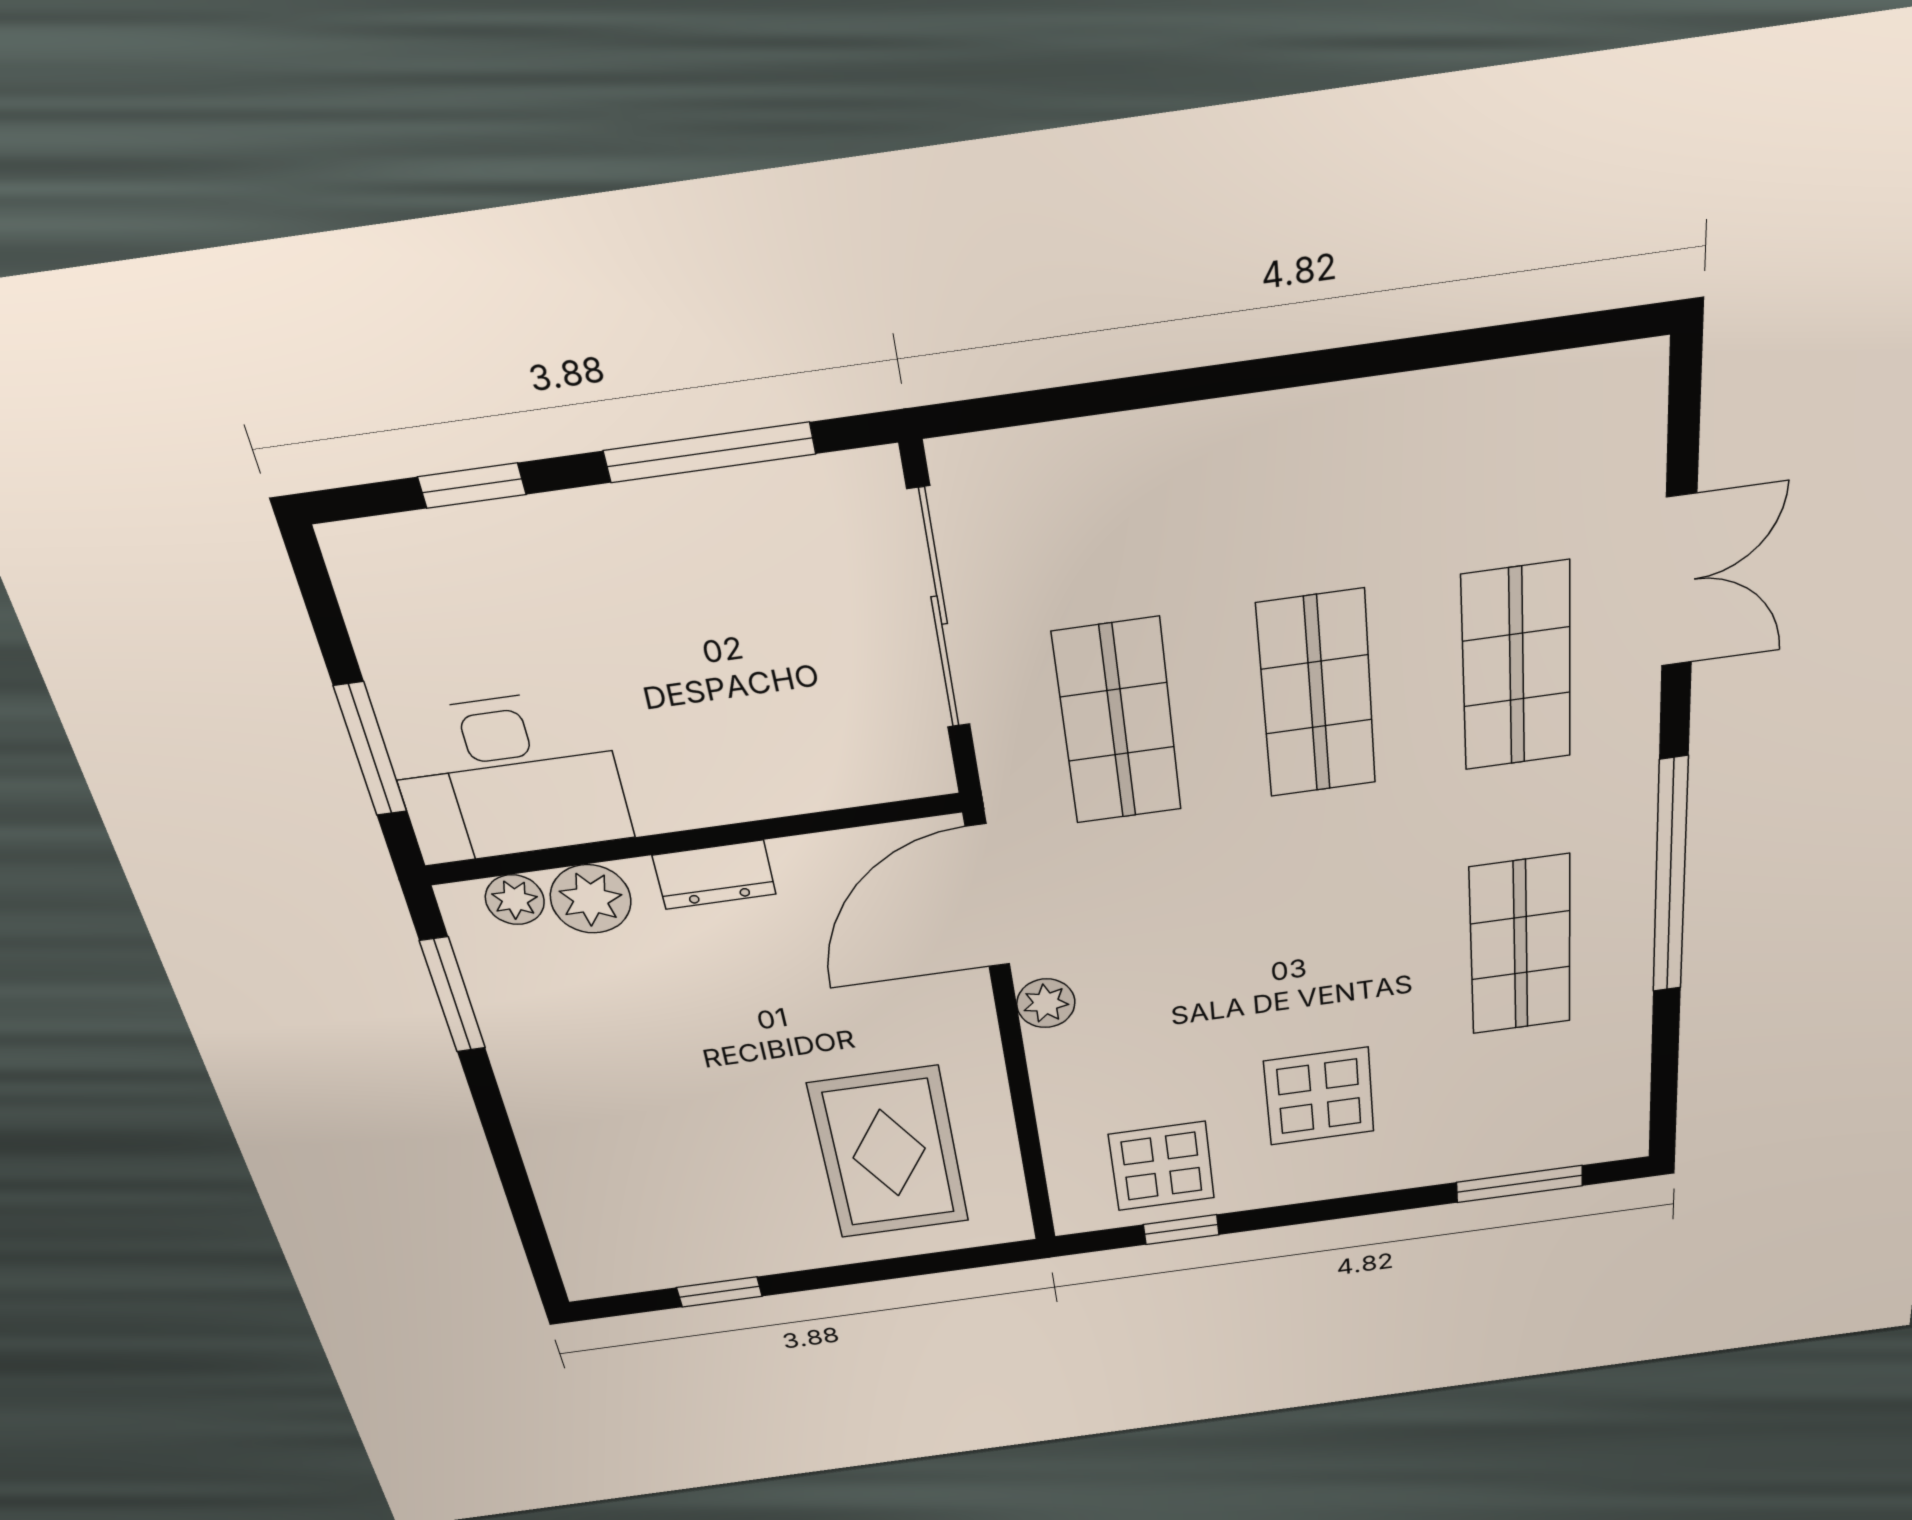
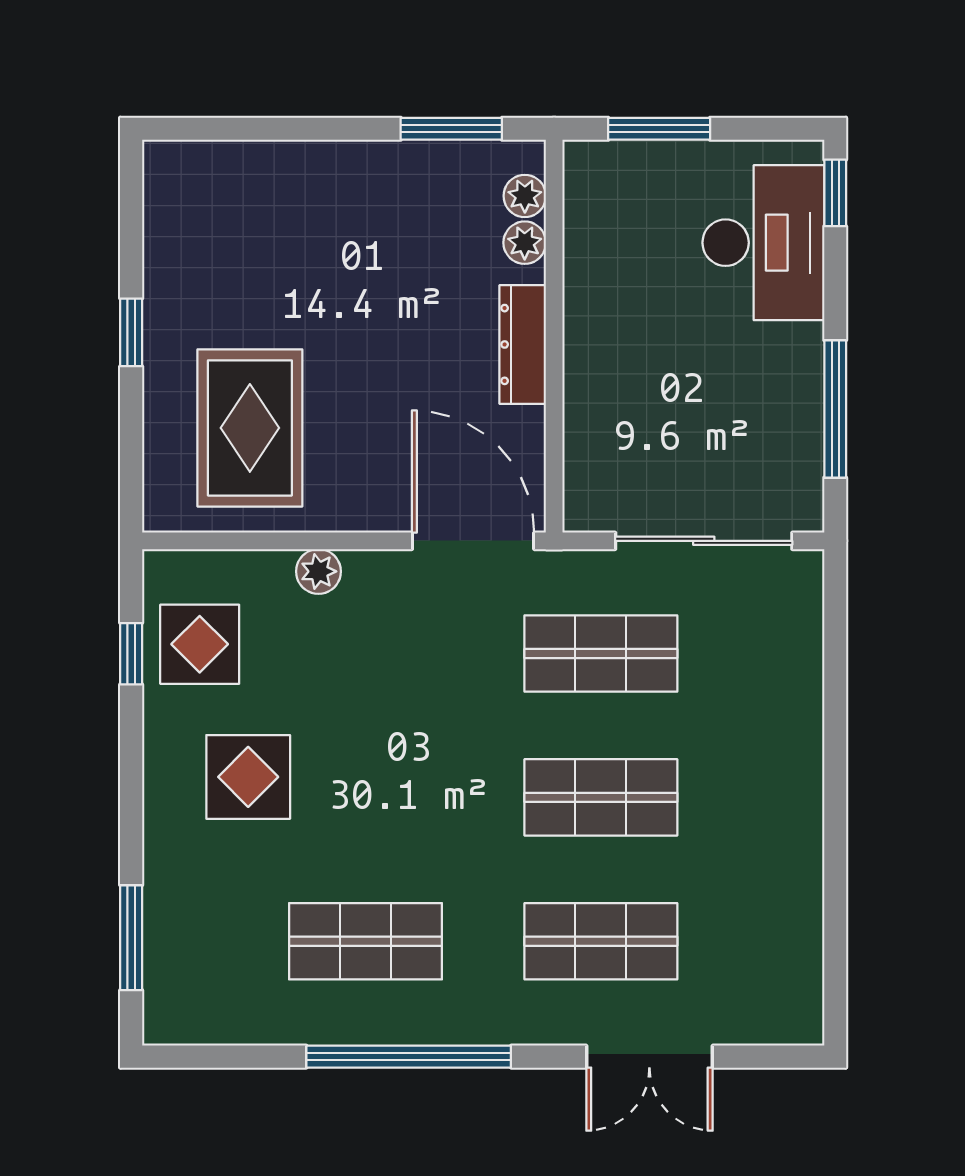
window: (472, 486) -> (835, 193), moved
desk: (508, 777) -> (763, 243), moved, turned 180
dresser: (714, 875) -> (523, 344), width x1.44
plant: (591, 899) -> (525, 243), width x0.73, depth x0.73
plant: (1046, 1003) -> (318, 571), moved
rug: (889, 1153) -> (250, 428), turned 90
window: (719, 1292) -> (131, 332), moved

